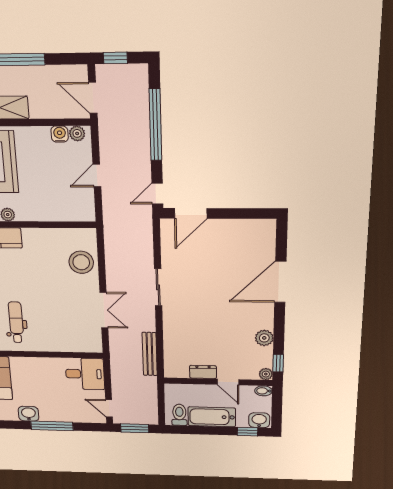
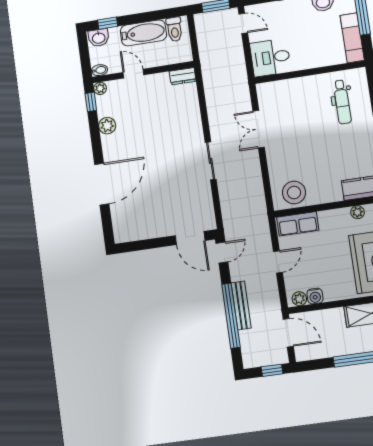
row of seats: (72, 212) -> (298, 224), added
door: (191, 213) -> (190, 238), swing flipped
stool: (81, 262) -> (294, 193), moved
bench: (150, 354) -> (241, 305), moved
dresser: (203, 372) -> (183, 76), moved

